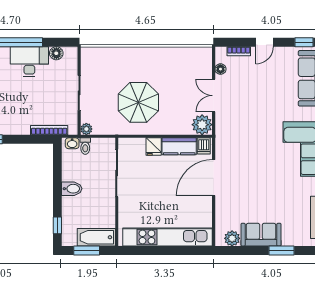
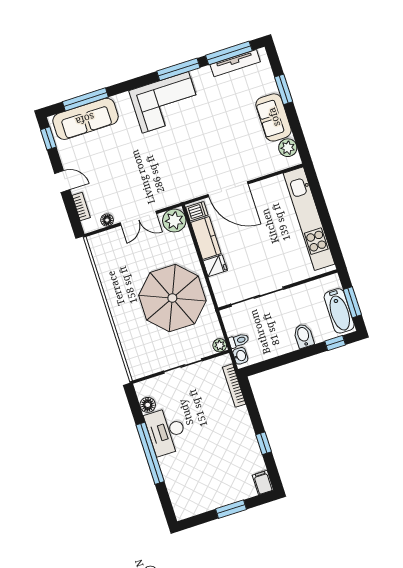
parasol: (138, 102) -> (172, 298), width x1.36, depth x1.36
bidet: (72, 189) -> (304, 336), moved
bathtub: (96, 237) -> (339, 311), moved

